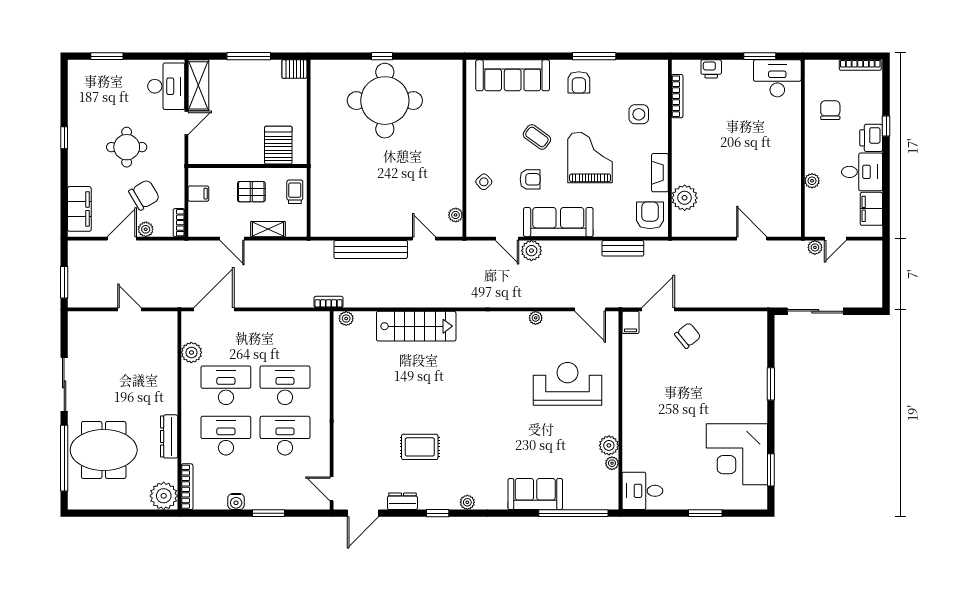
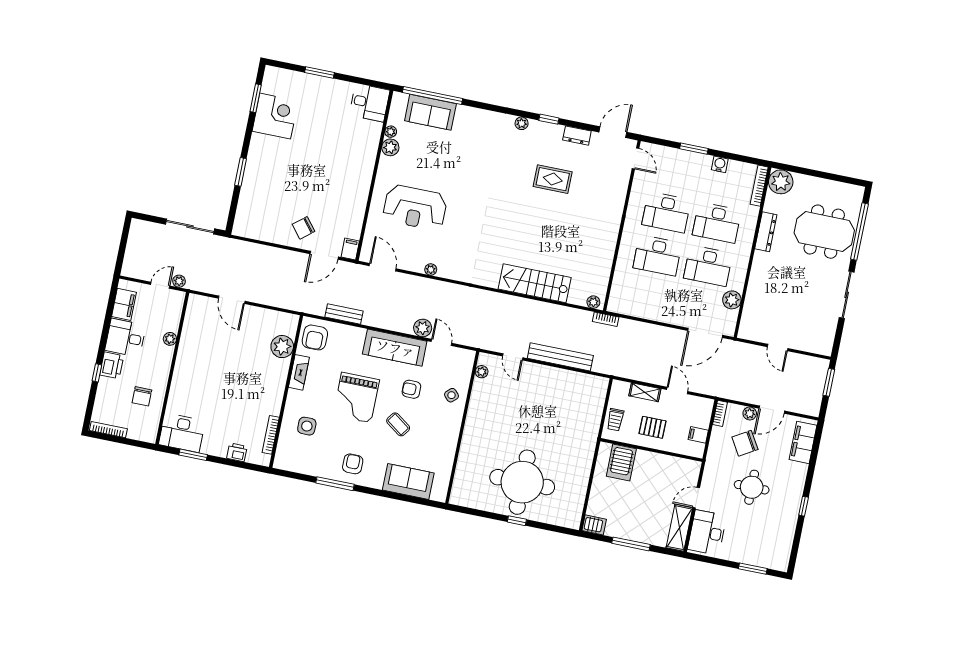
sofa: (513, 75) -> (408, 481), width x0.73
corner desk: (737, 454) -> (275, 116), width x0.74, depth x0.74
sofa: (535, 494) -> (430, 112), moved

